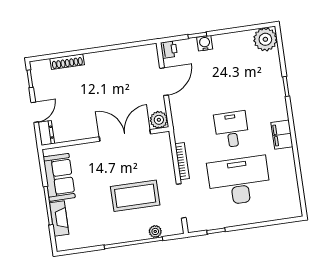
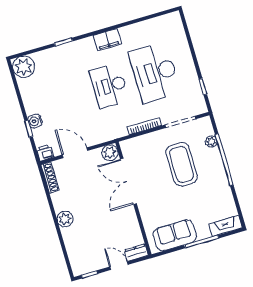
plant: (94, 61) -> (65, 219), added
shoe rack: (67, 62) -> (50, 178), moved
desk: (232, 129) -> (109, 86), width x1.37
fireplace: (59, 219) -> (226, 226), moved

